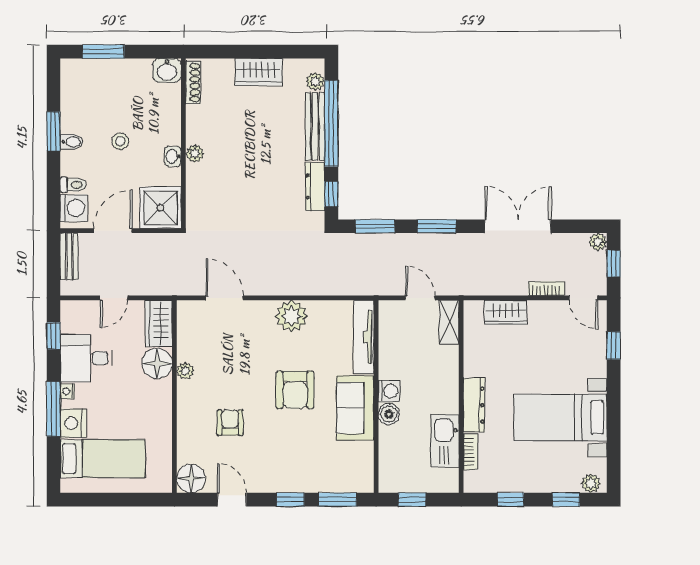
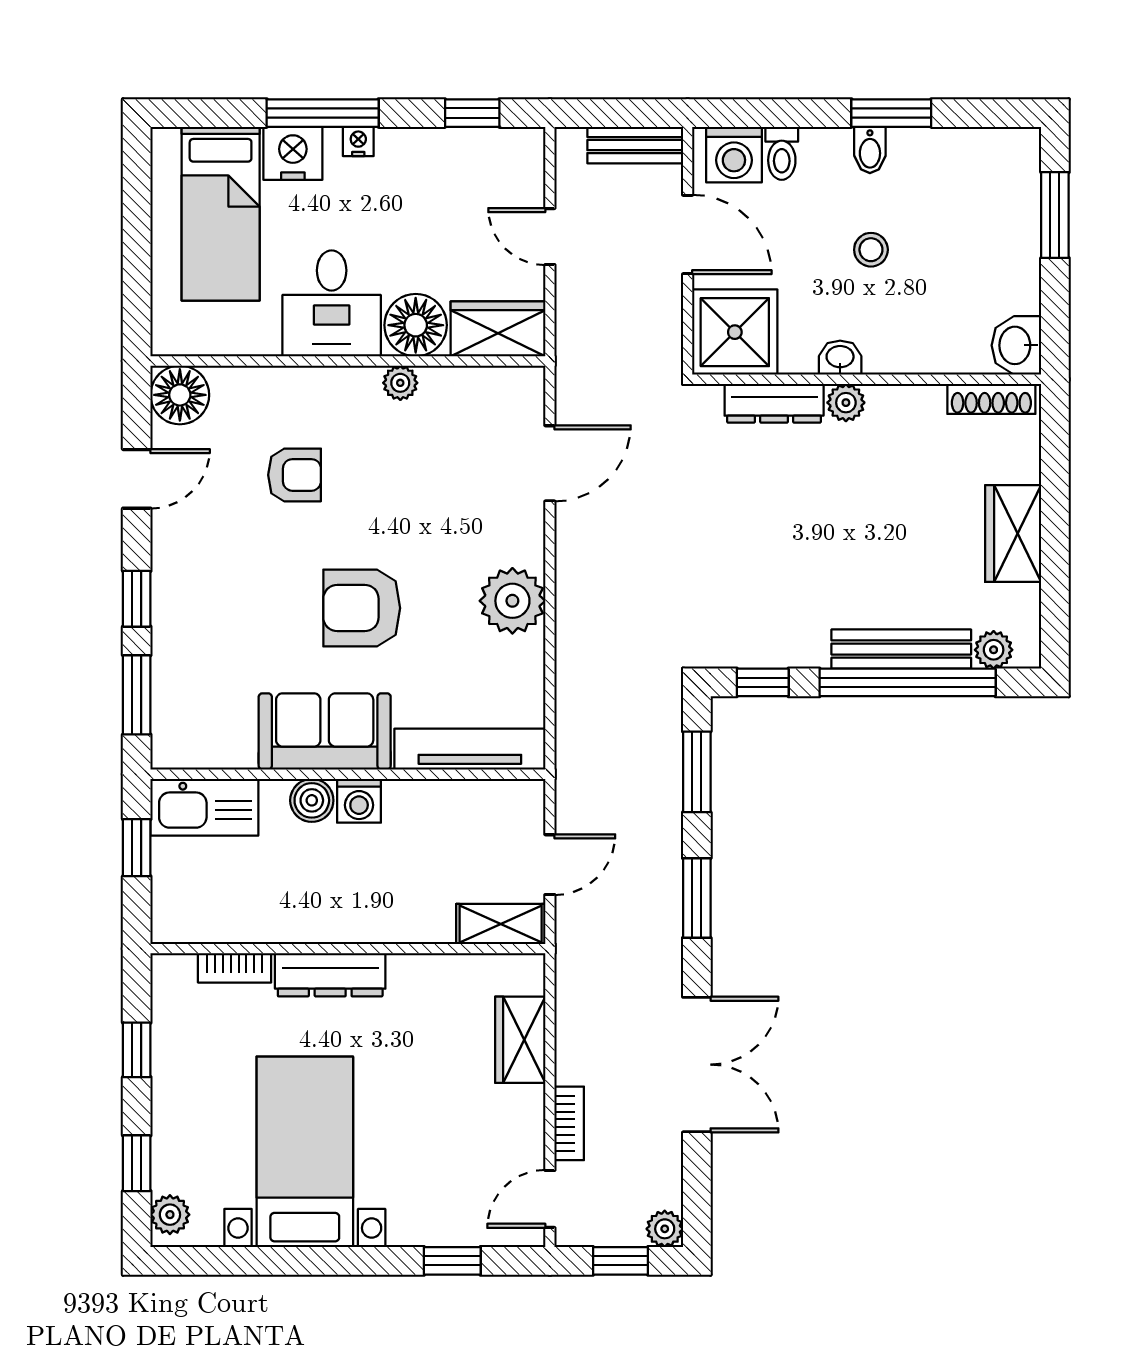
dresser: (315, 186) -> (774, 403), moved, turned 180
desk: (86, 358) -> (332, 303), moved, turned 180
kitchen sink: (445, 441) -> (204, 807), moved, turned 180

